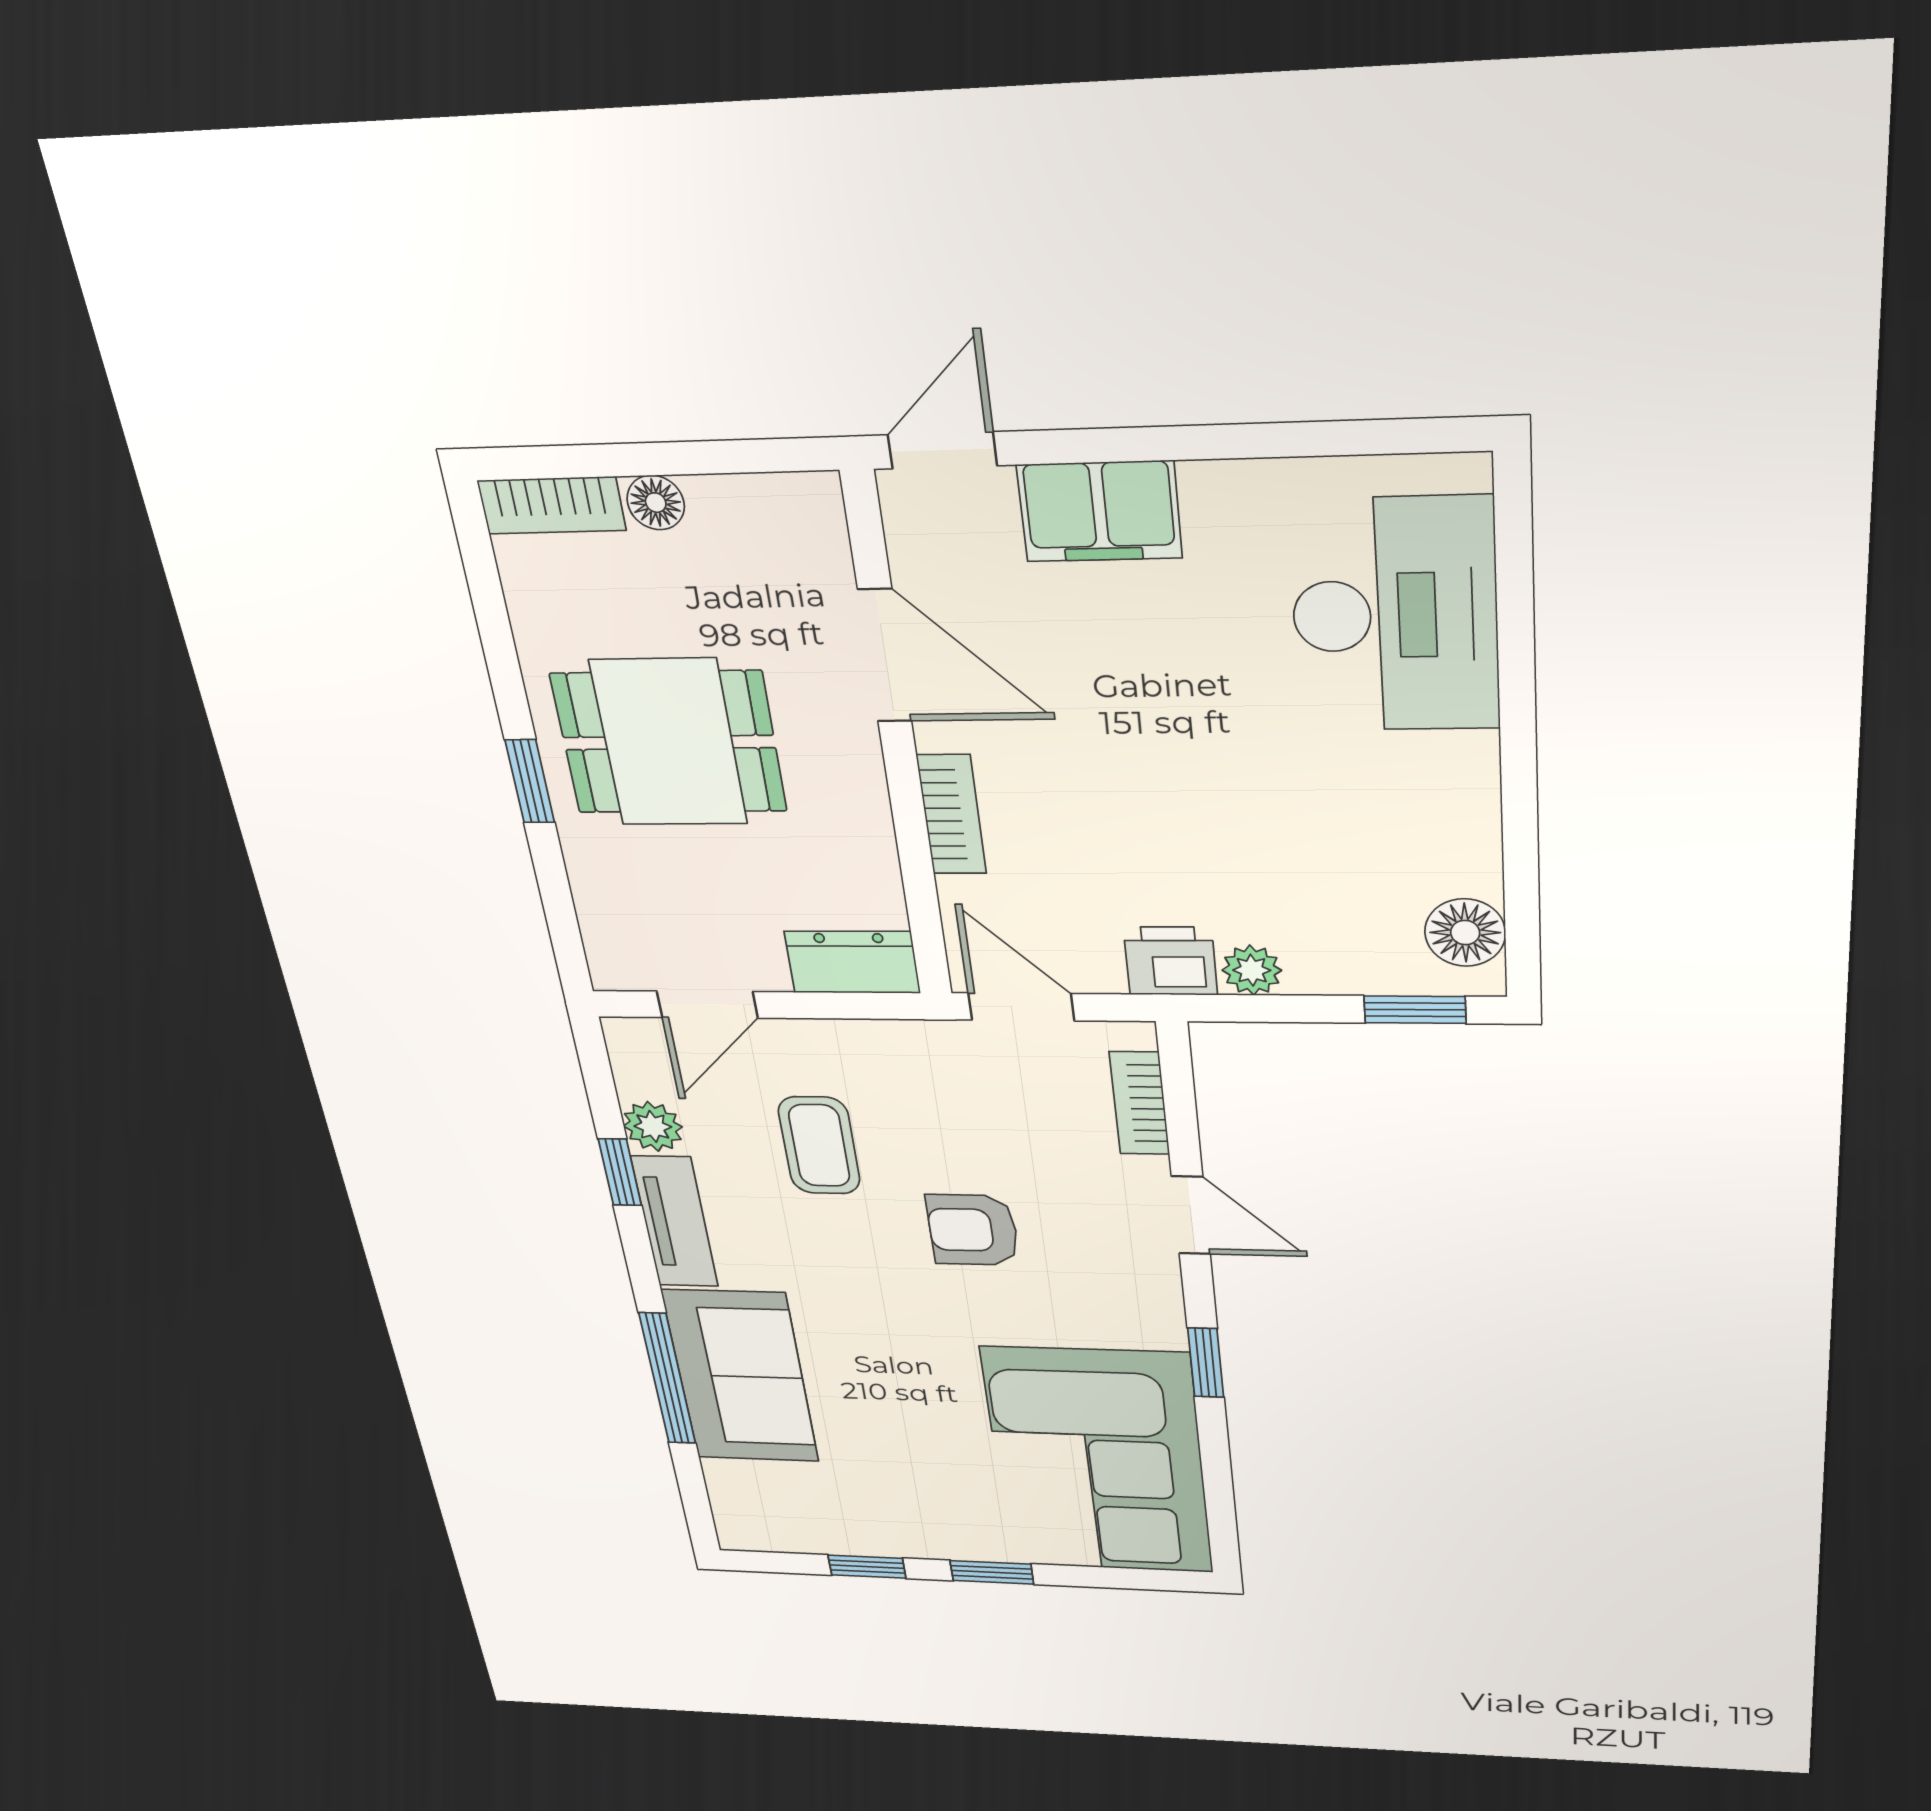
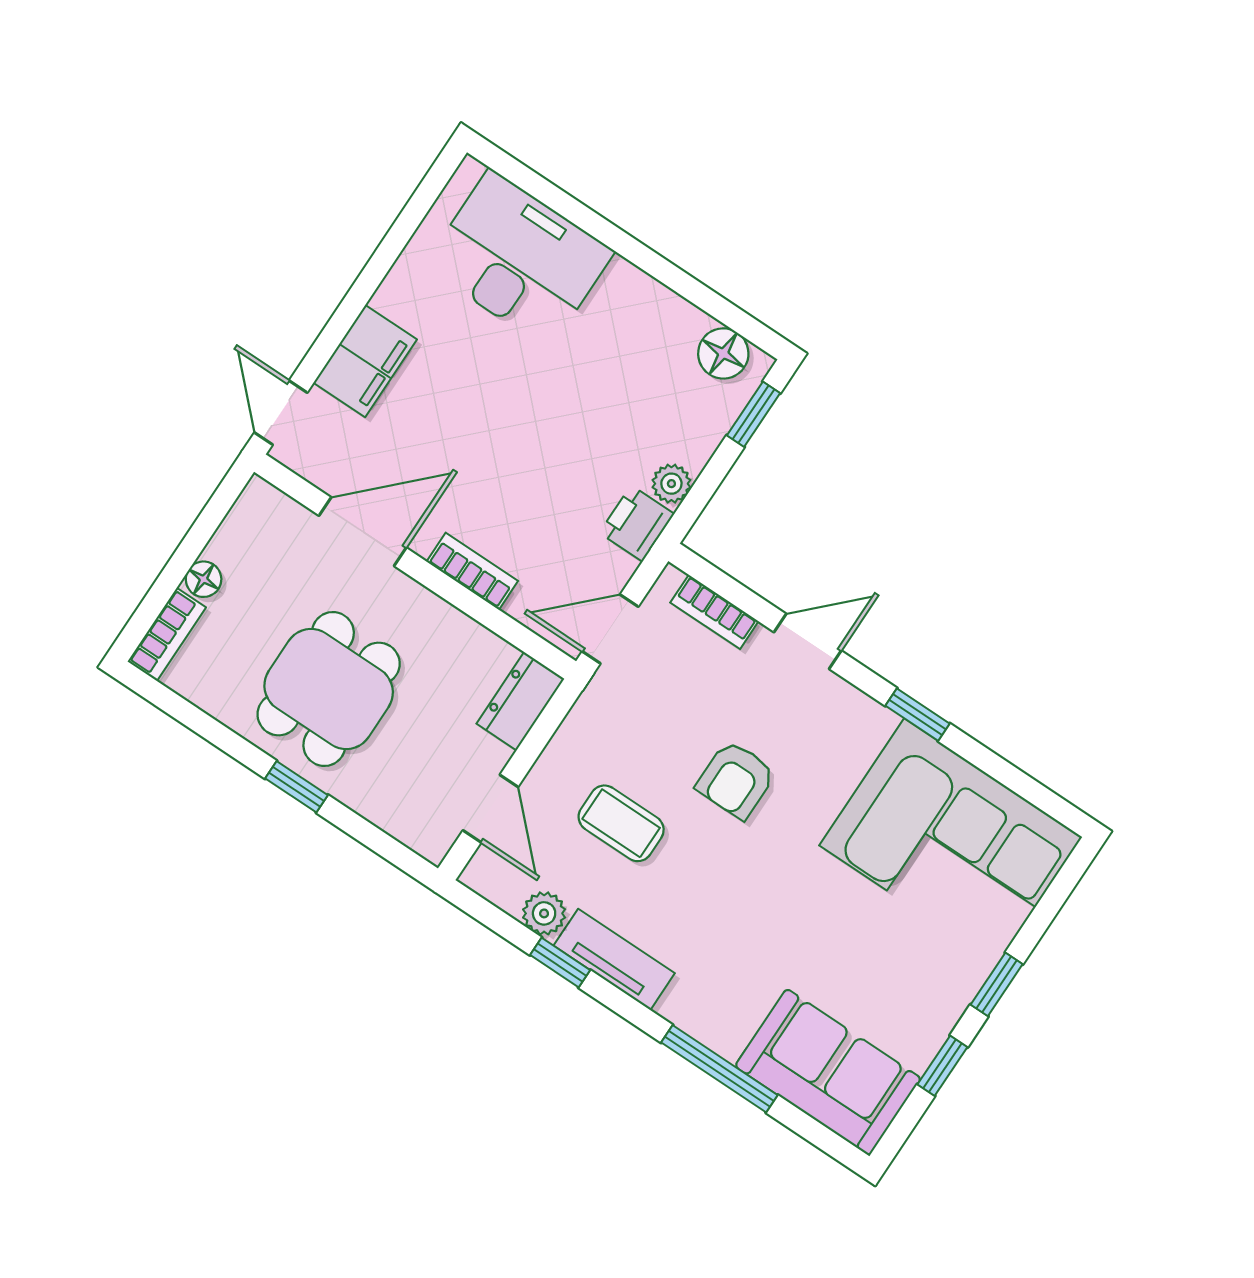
sofa: (741, 1376) -> (828, 1072), moved

